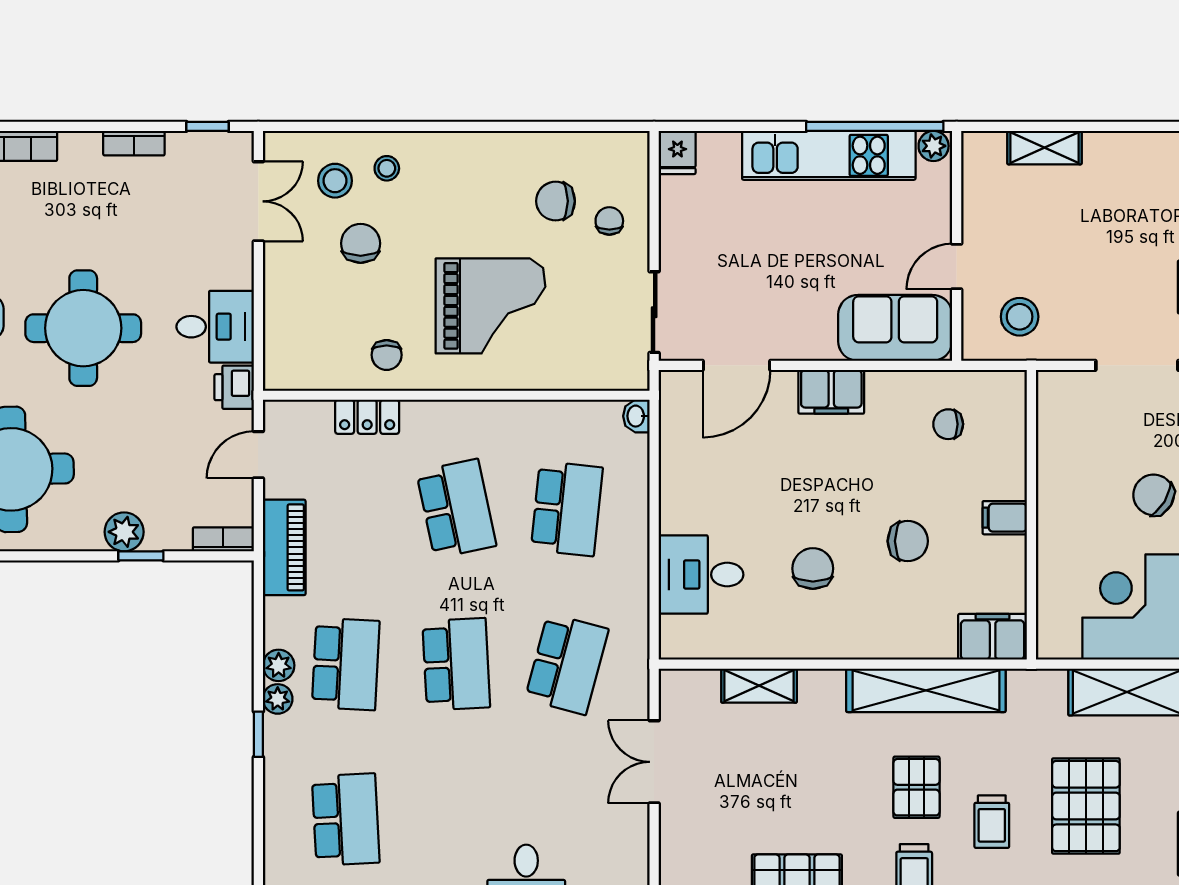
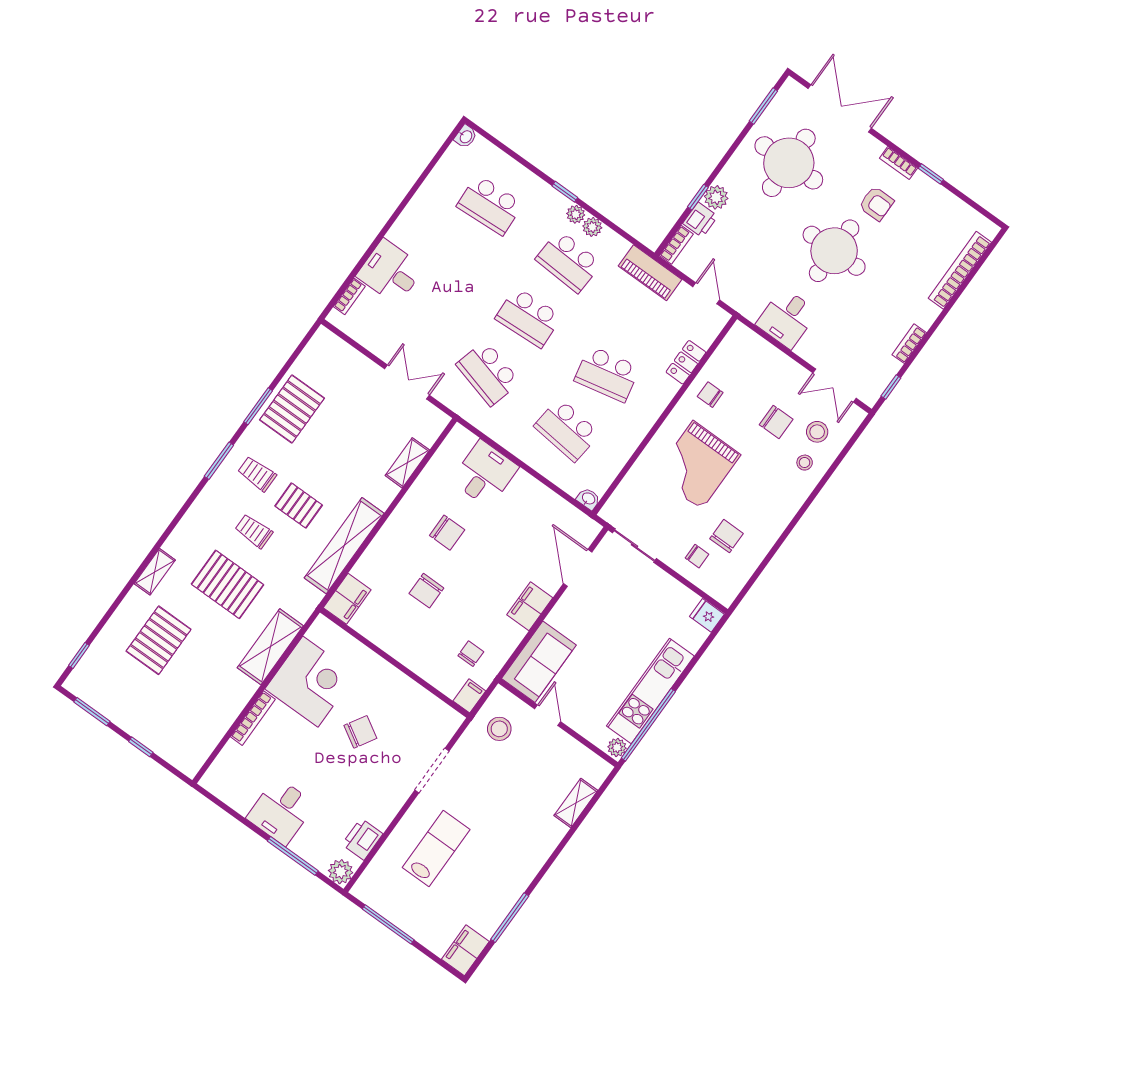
printer: (234, 387) -> (700, 220), moved, turned 90
filing cabinet: (1005, 518) -> (469, 696), moved

